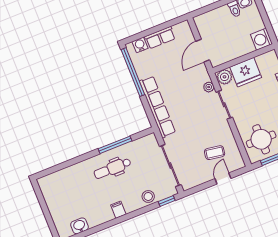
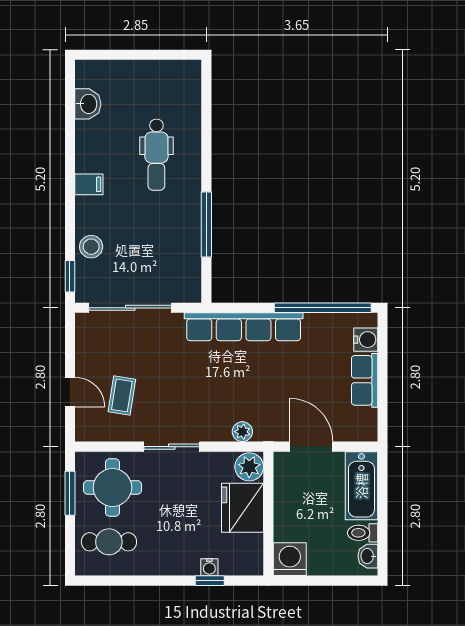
bathtub: (212, 19) -> (361, 486), added
sliding door: (224, 105) -> (172, 447), moved
dental chair: (112, 168) -> (156, 155), moved, turned 180

